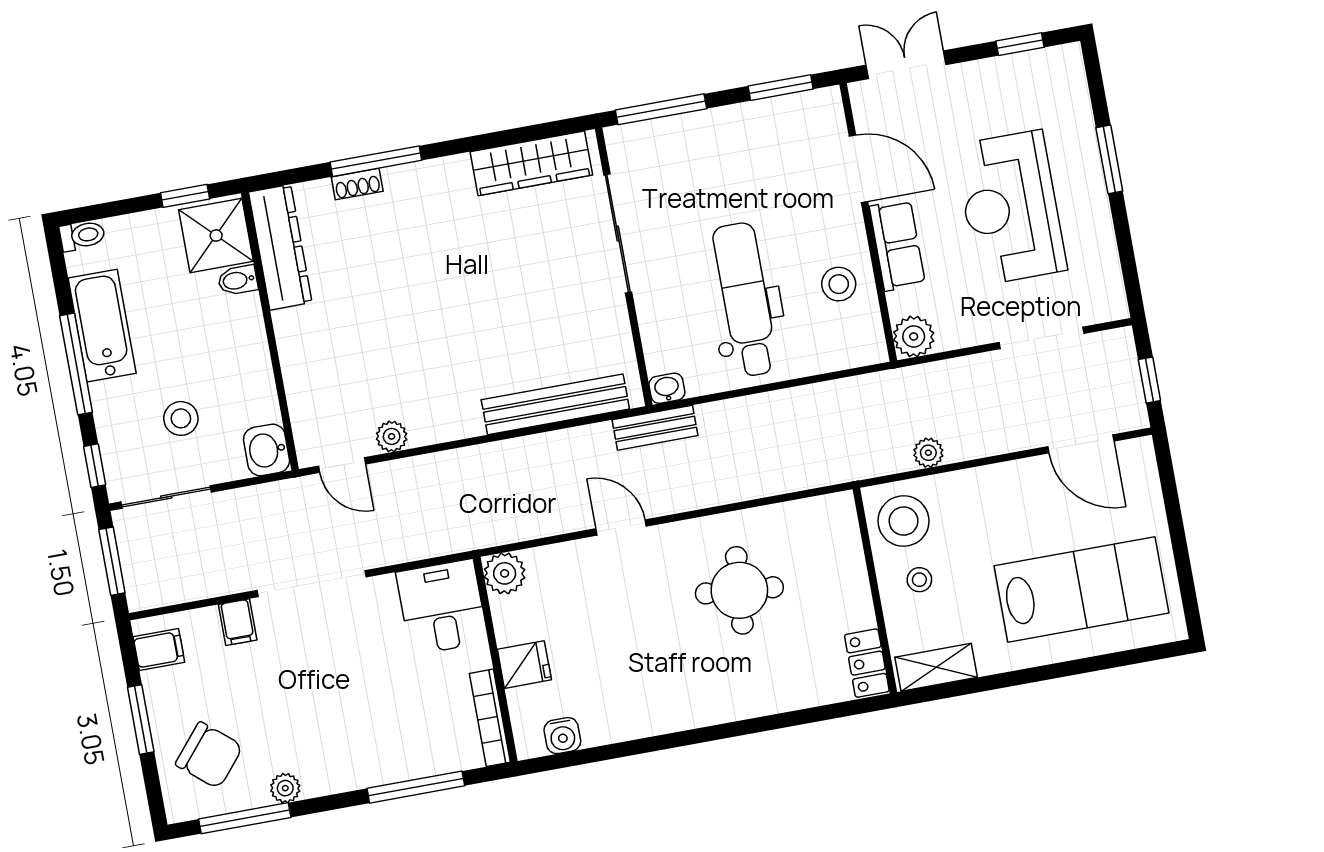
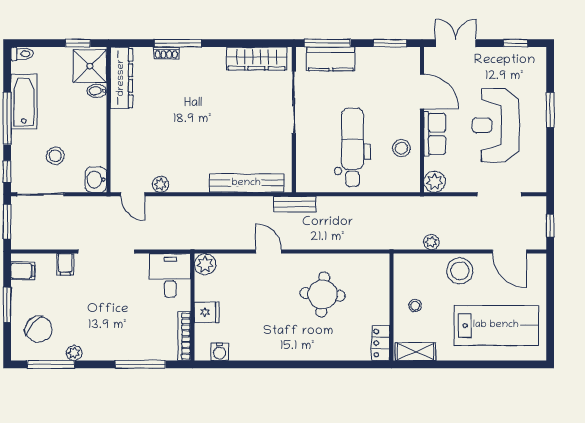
kitchen counter: (673, 138) -> (331, 59), added
washbasin: (667, 388) -> (305, 185), removed
stool: (904, 521) -> (460, 271), moved

